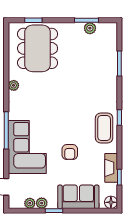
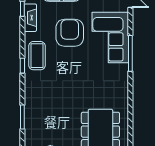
plant: (14, 85) -> (123, 96), removed
armchair: (70, 152) -> (70, 33), width x1.88, depth x1.88

